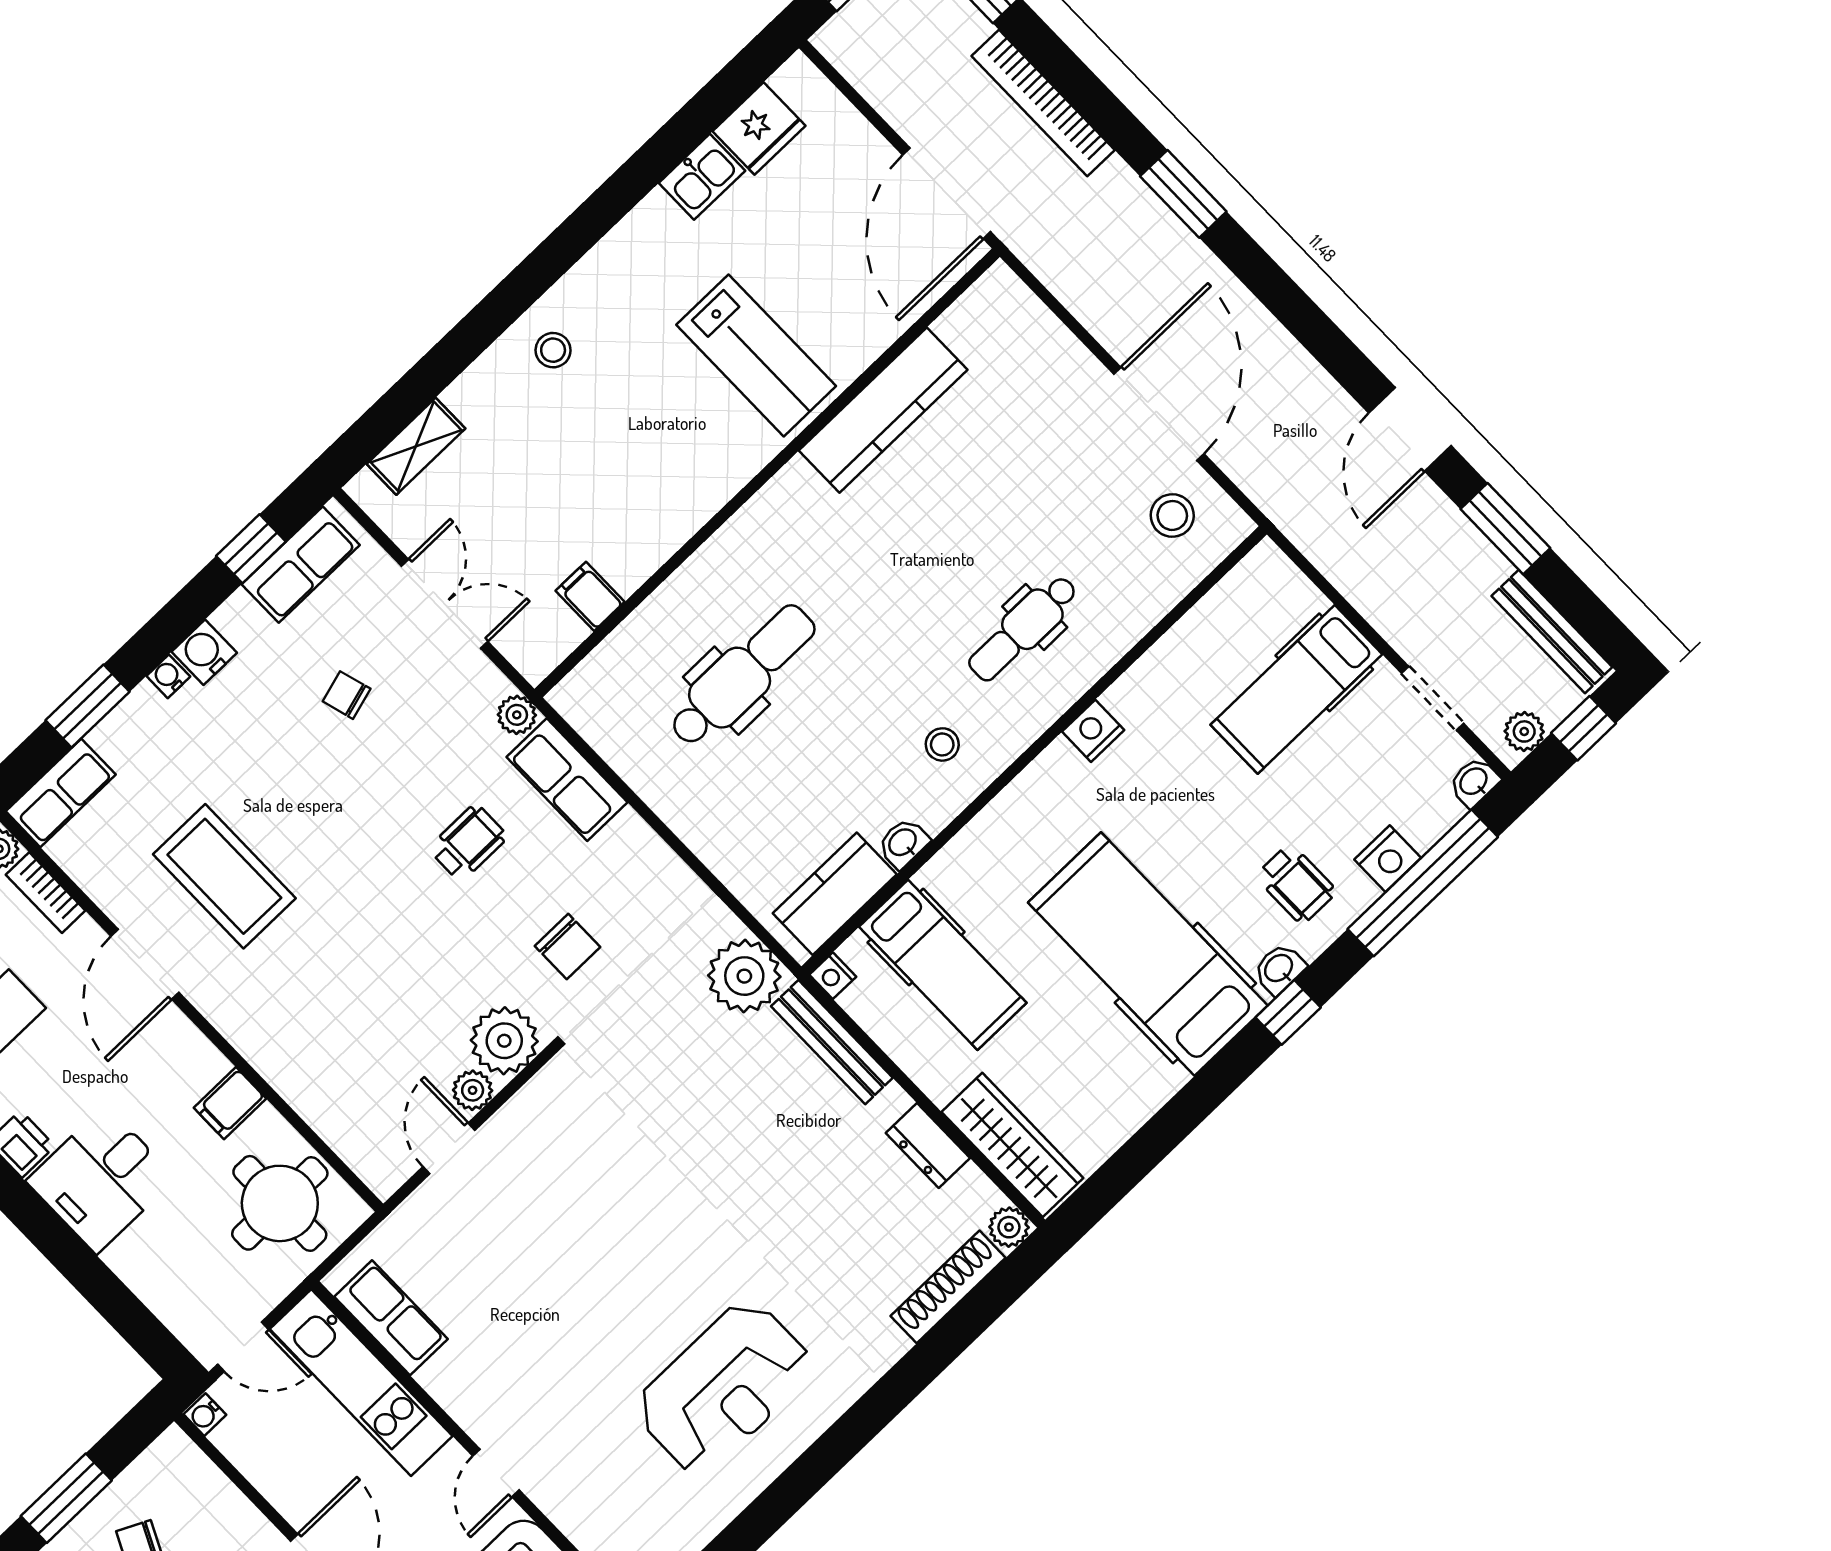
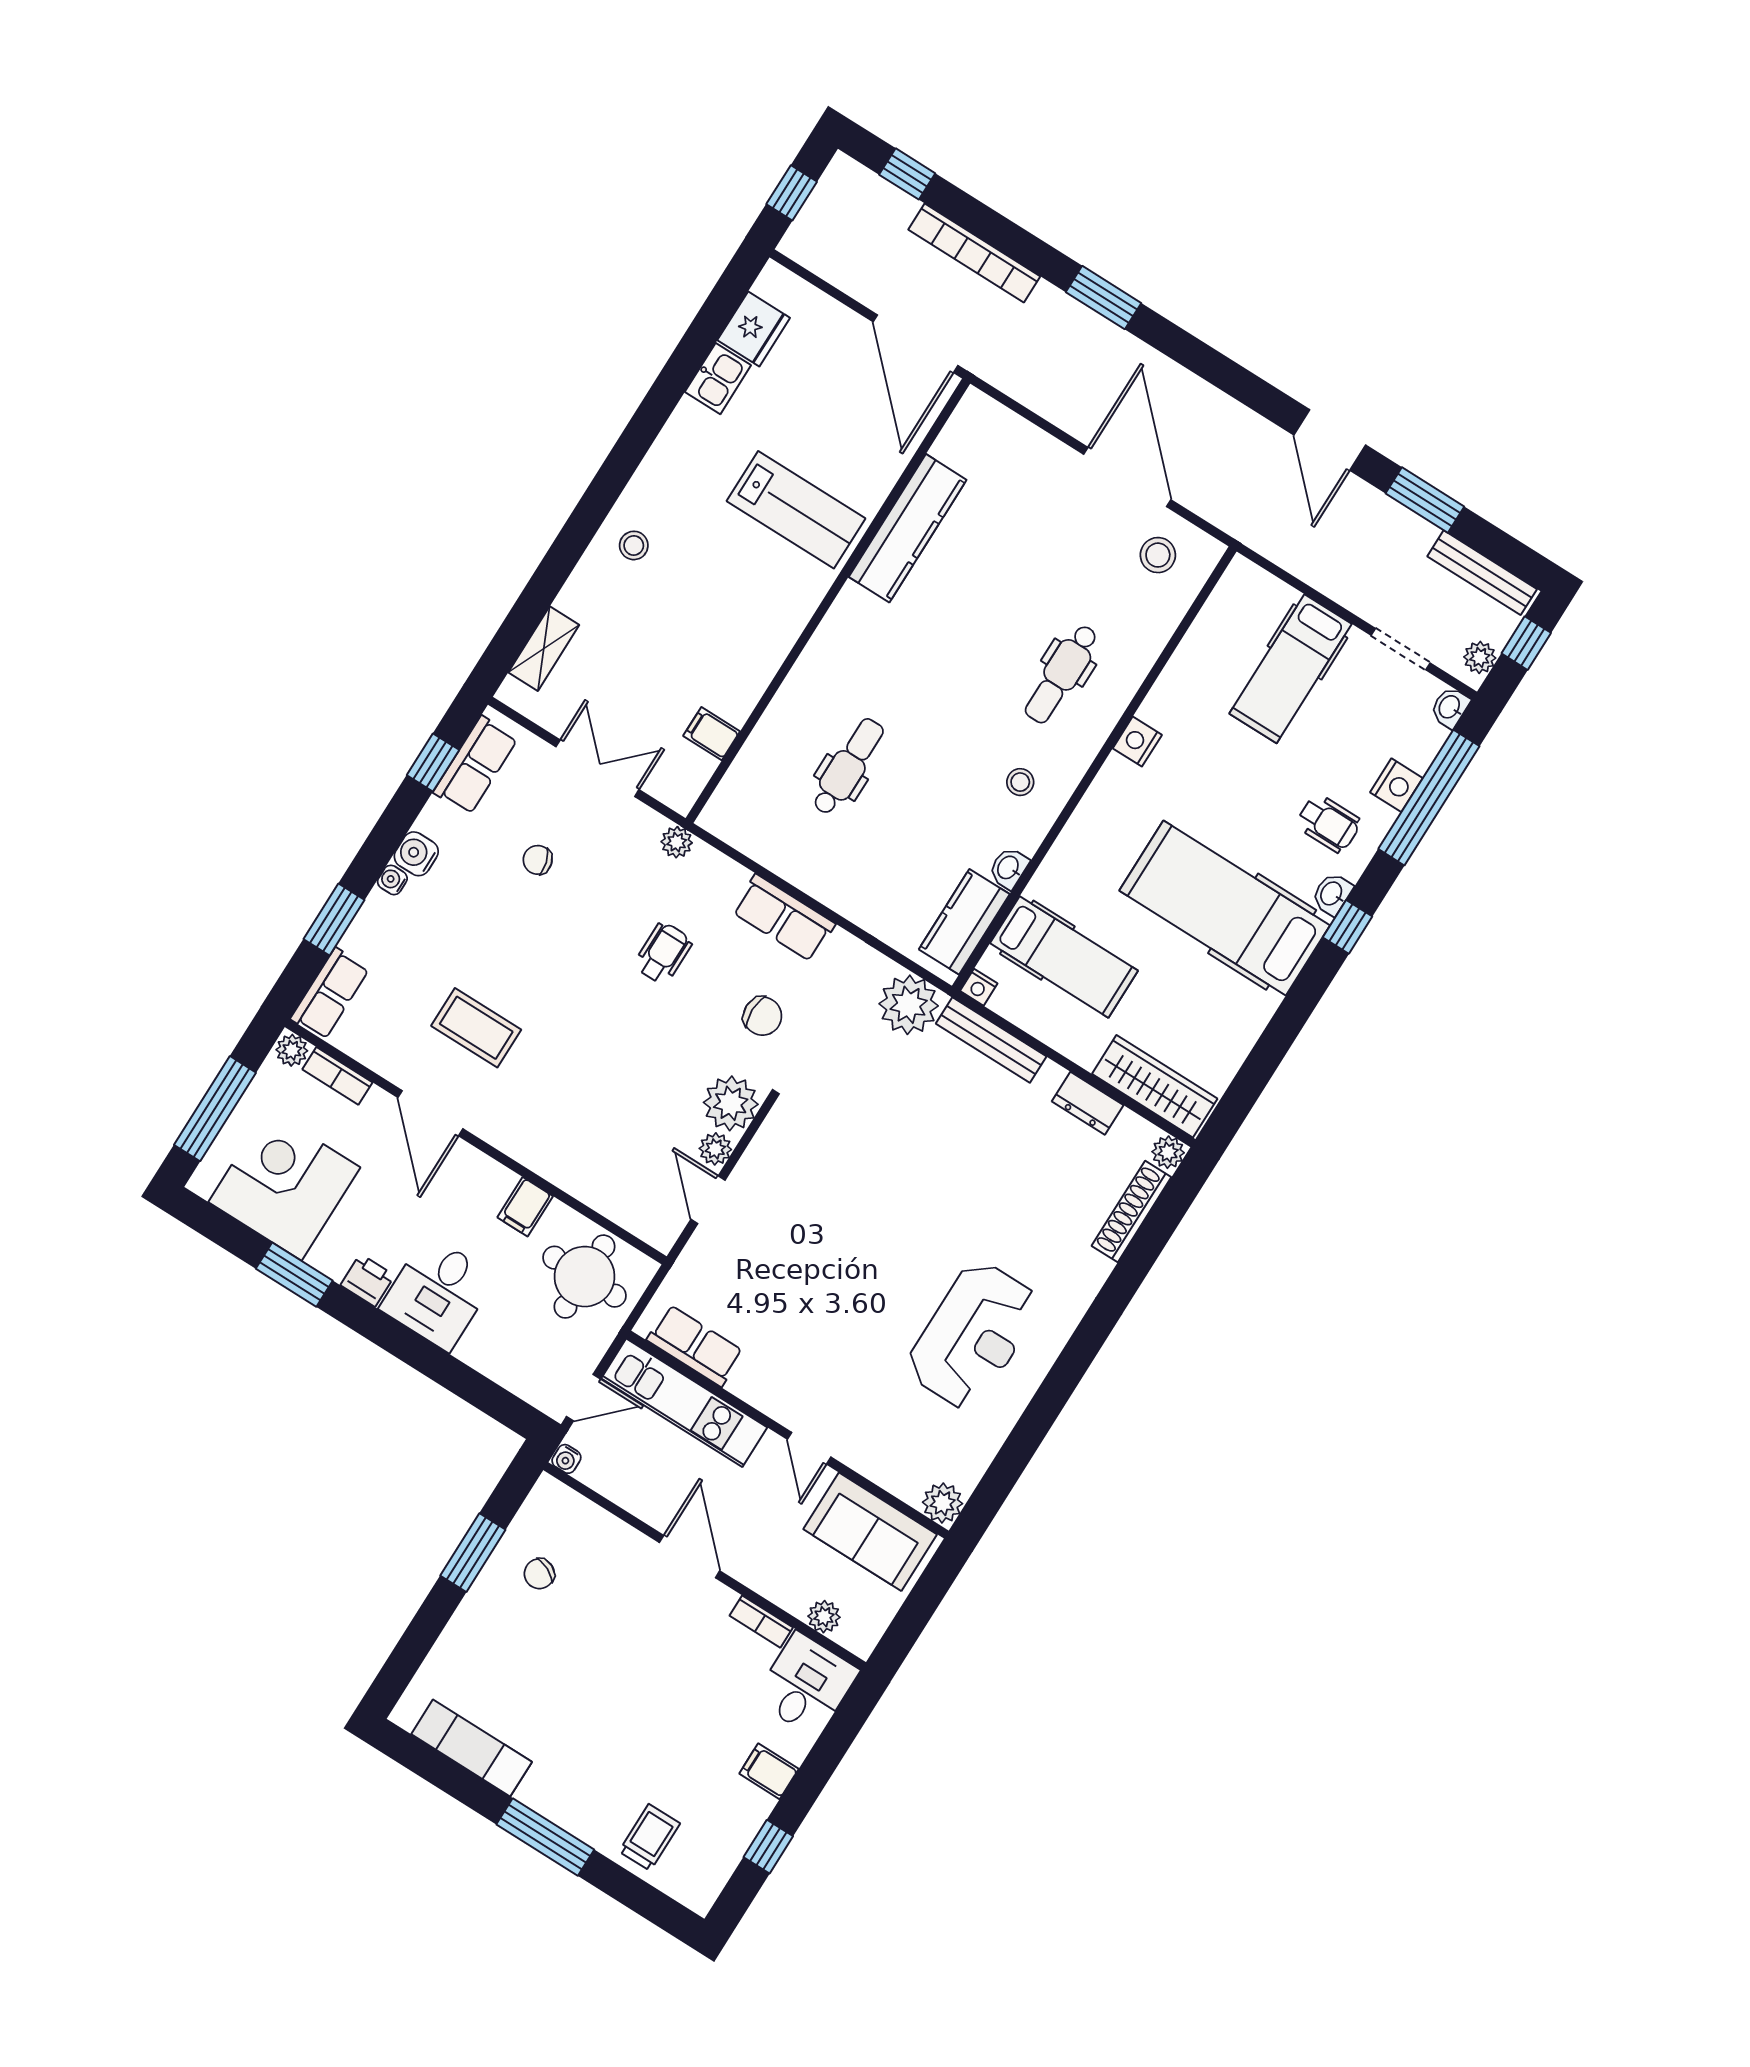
dental chair: (742, 675) -> (848, 767), width x0.73, depth x0.72
row of seats: (567, 780) -> (784, 918), moved
coffee table: (224, 876) -> (476, 1028), width x0.73, depth x0.76

